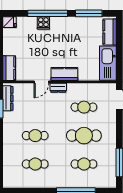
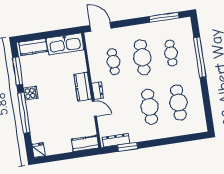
cooker: (43, 23) -> (31, 93), moved
cafe table: (35, 136) -> (150, 107), width x1.37, depth x1.35
cafe table: (35, 164) -> (178, 102), width x1.37, depth x1.35

